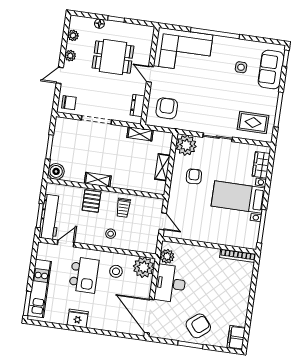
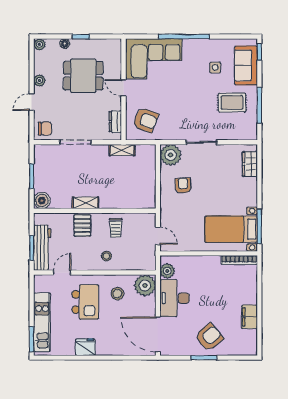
plant: (73, 35) -> (39, 44), moved
armchair: (167, 108) -> (145, 120), turned 110
rug: (253, 122) -> (232, 102), moved
shelving: (162, 167) -> (150, 181), removed
bed with nightstands: (238, 197) -> (231, 229), moved
filing cabinet: (236, 338) -> (249, 317), moved

